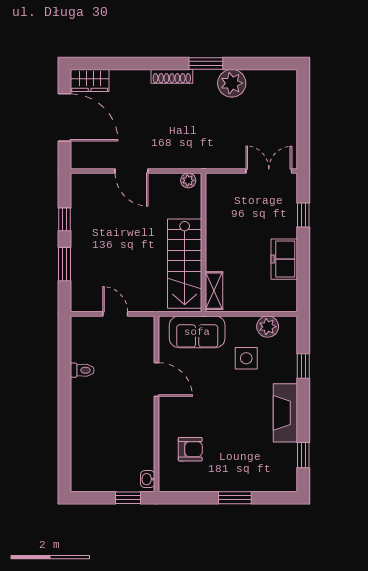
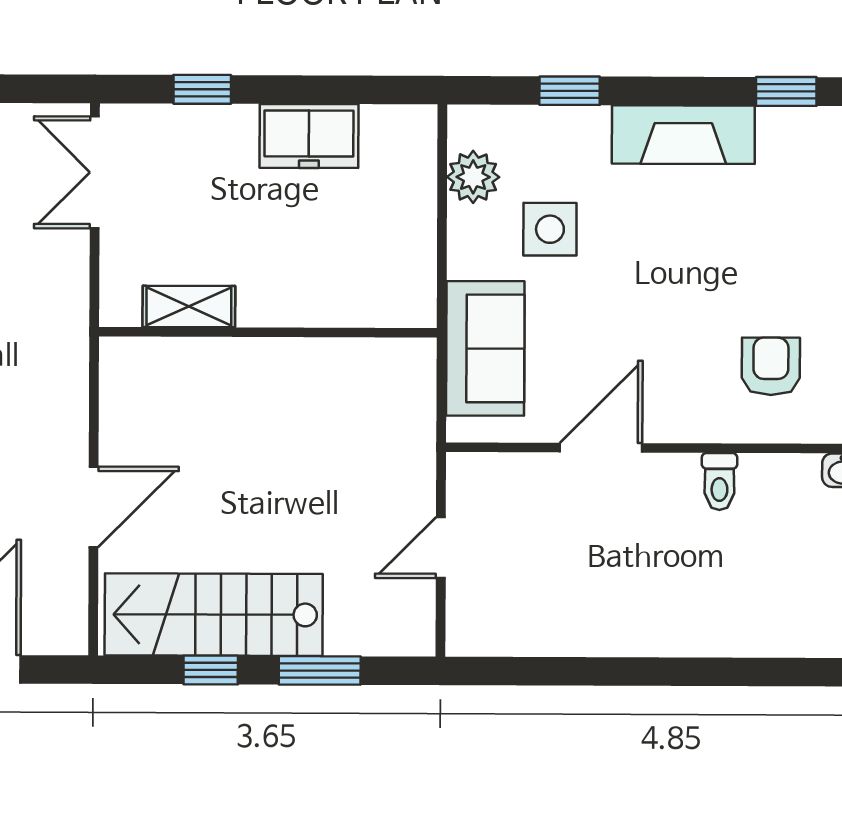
plant: (188, 180) -> (117, 369), removed
stairs: (185, 264) -> (214, 615), moved, turned 180
shelving: (214, 291) -> (189, 306), moved
toilet: (82, 370) -> (719, 482), moved, turned 180

